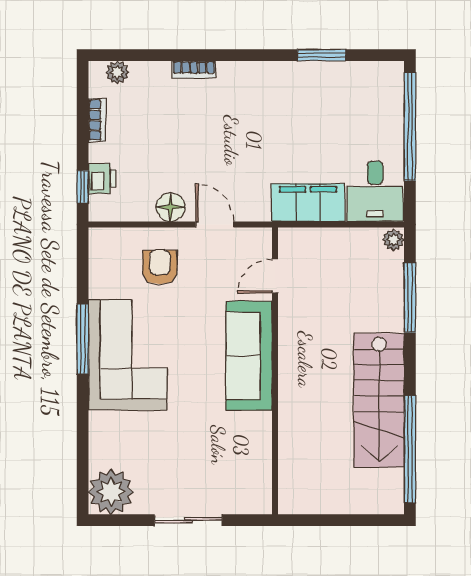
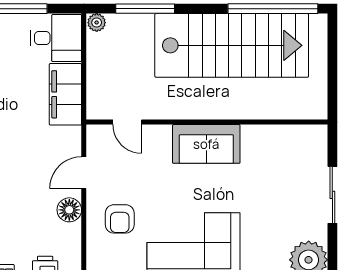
armchair: (160, 267) -> (120, 219), turned -90
sofa: (249, 356) -> (206, 144), width x0.73
stairs: (379, 400) -> (232, 45), width x1.36, depth x1.51

